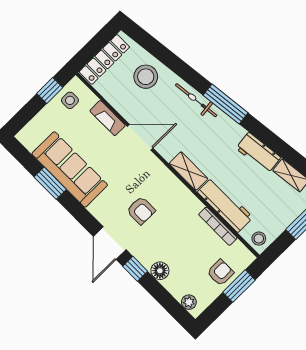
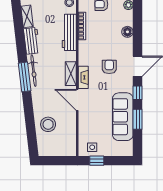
locker: (104, 59) -> (59, 150), removed
bicycle: (196, 100) -> (34, 71), moved
fireplace: (108, 118) -> (83, 77), moved
shelving: (188, 171) -> (71, 74), moved
window: (135, 269) -> (138, 93), moved

